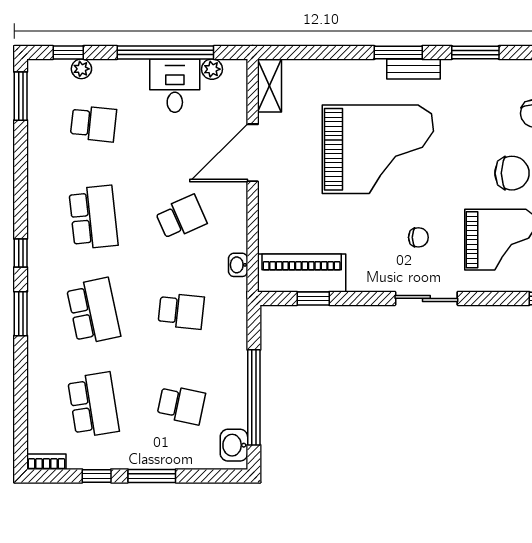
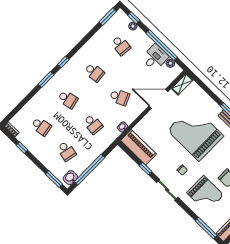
grand piano: (378, 149) -> (195, 133), turned 180
school desk: (93, 217) -> (94, 72), width x0.54
window: (313, 298) -> (146, 169), moved
school desk: (93, 311) -> (68, 99), width x0.54
school desk: (93, 405) -> (41, 126), width x0.54
window: (152, 476) -> (54, 179), moved

